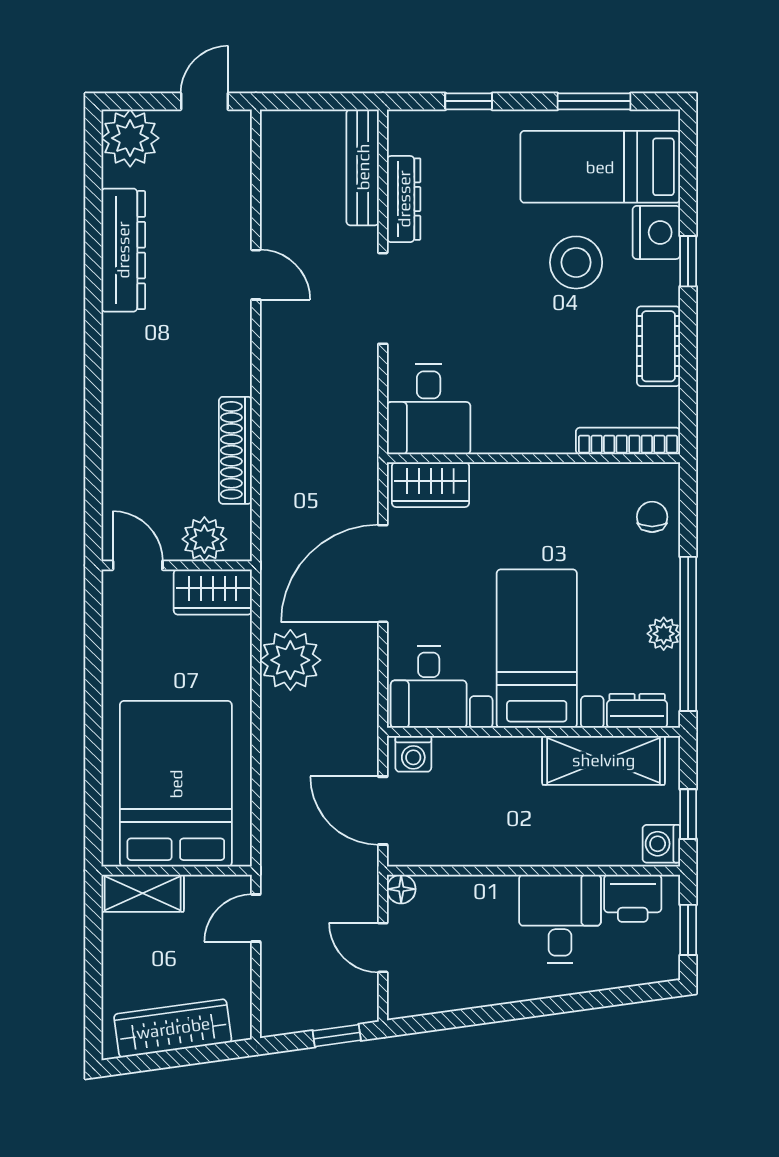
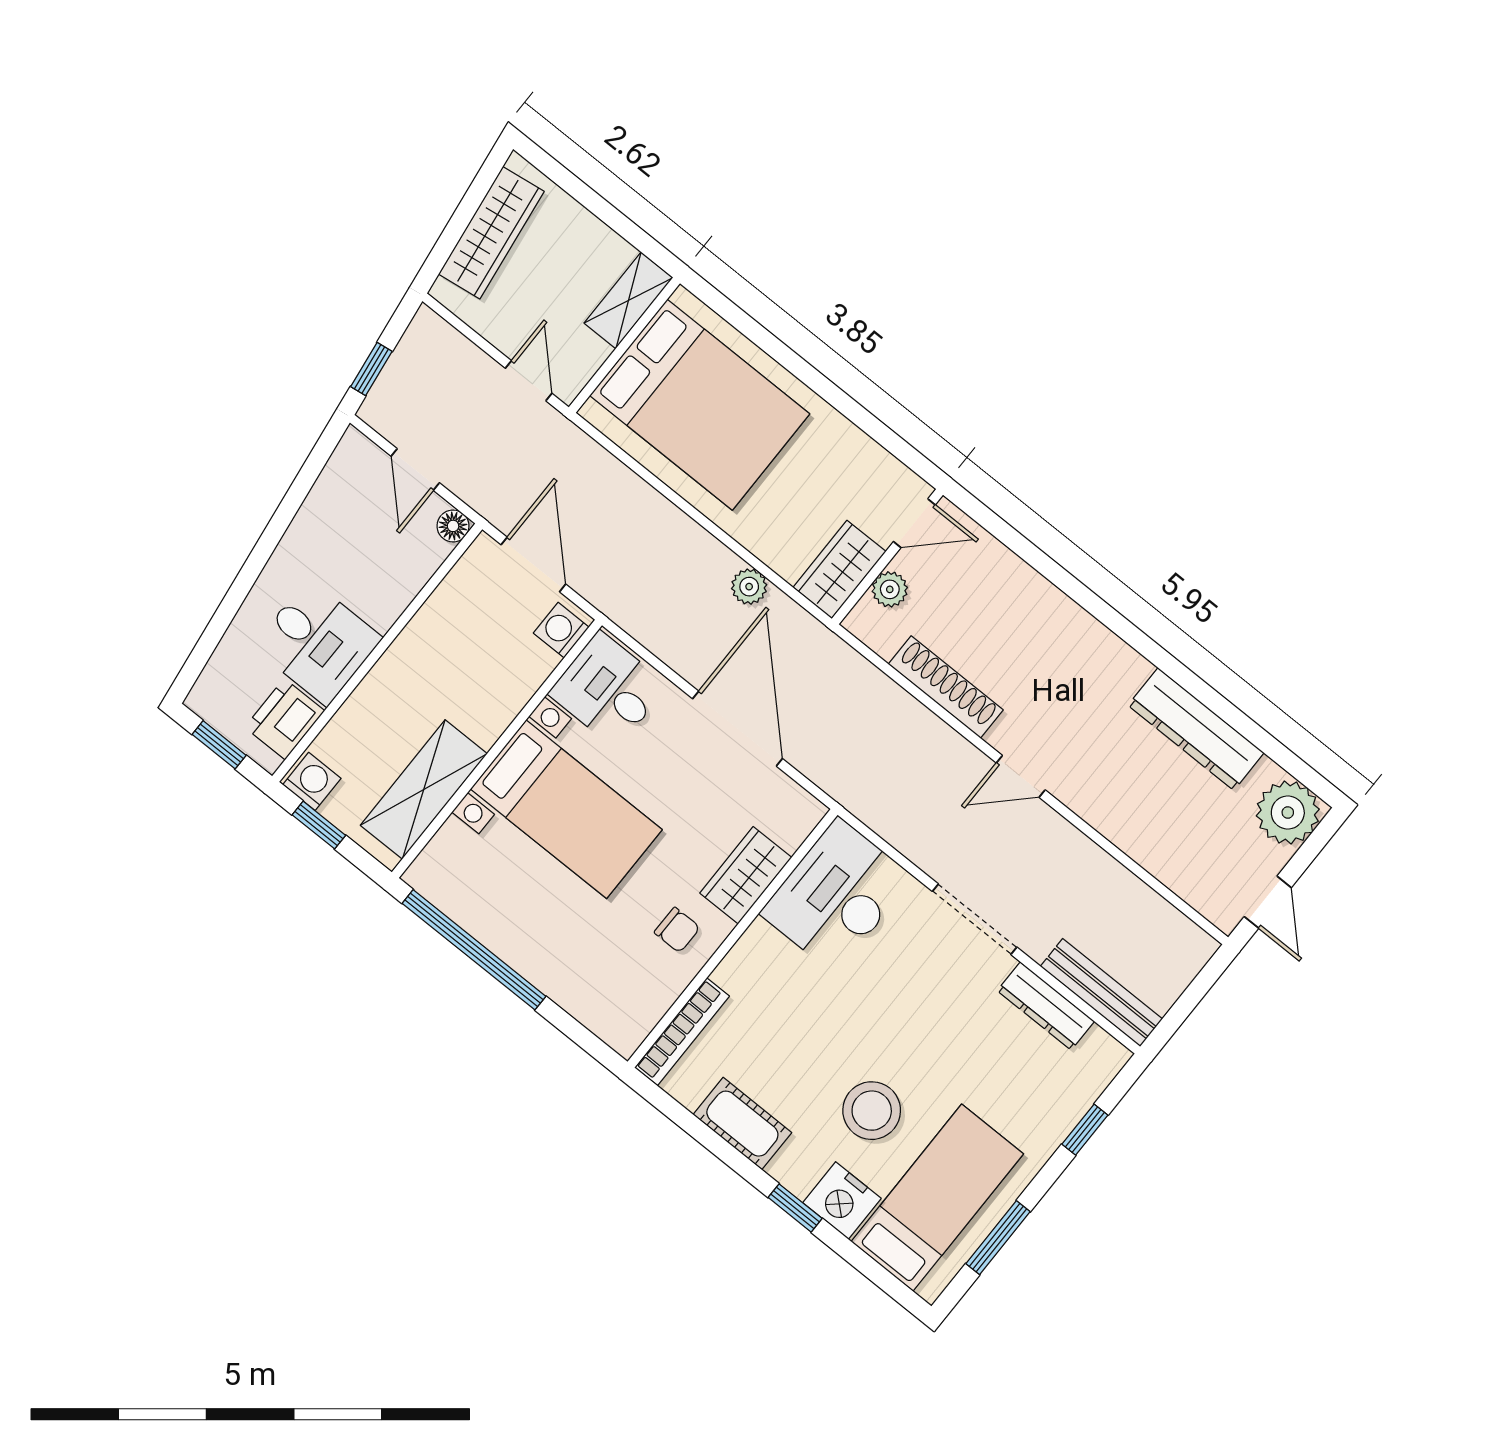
door: (256, 275) -> (1021, 776), moved
desk: (429, 409) -> (837, 895), width x1.37
wardrobe: (431, 485) -> (746, 875), moved
chair: (652, 517) -> (677, 930), moved
plant: (204, 539) -> (890, 589), width x0.73, depth x0.73
plant: (664, 634) -> (491, 929), removed
plant: (290, 660) -> (749, 587), width x0.53, depth x0.53
dresser: (637, 711) -> (443, 852), removed
door: (383, 811) -> (533, 564), hinge flipped
door: (383, 948) -> (415, 470), swing flipped

